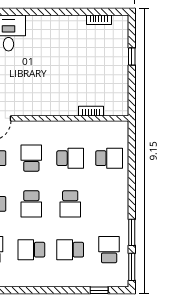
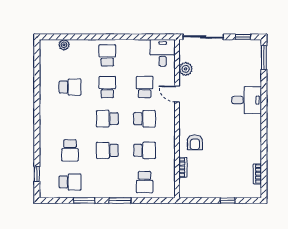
armchair: (60, 96) -> (195, 142), added
school desk: (70, 158) -> (145, 150), turned -90
school desk: (31, 250) -> (70, 119), removed
school desk: (70, 250) -> (70, 150), turned 180
window: (132, 267) -> (120, 200), moved

